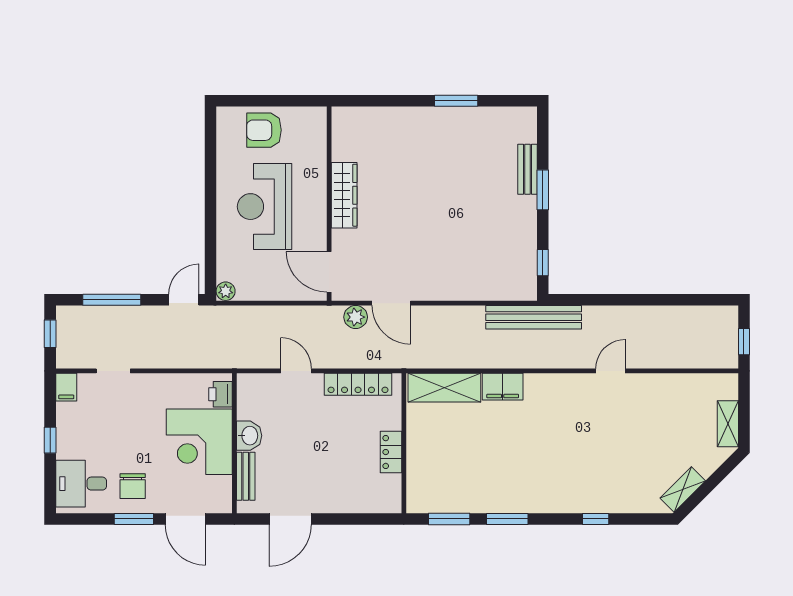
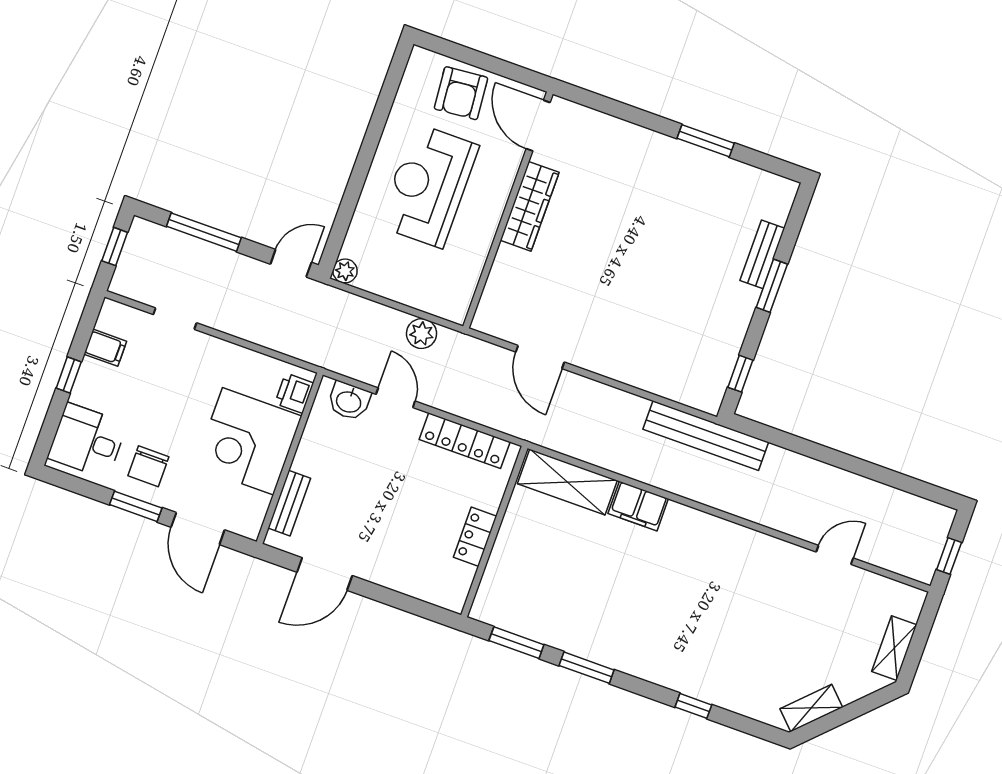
armchair: (264, 130) -> (461, 93), turned -95
door: (329, 272) -> (538, 126), moved
plant: (356, 317) -> (422, 334), moved
door: (610, 371) -> (835, 555), moved
filing cabinet: (66, 387) -> (105, 348), moved, turned -90
washbasin: (249, 436) -> (349, 401), moved, turned 90

